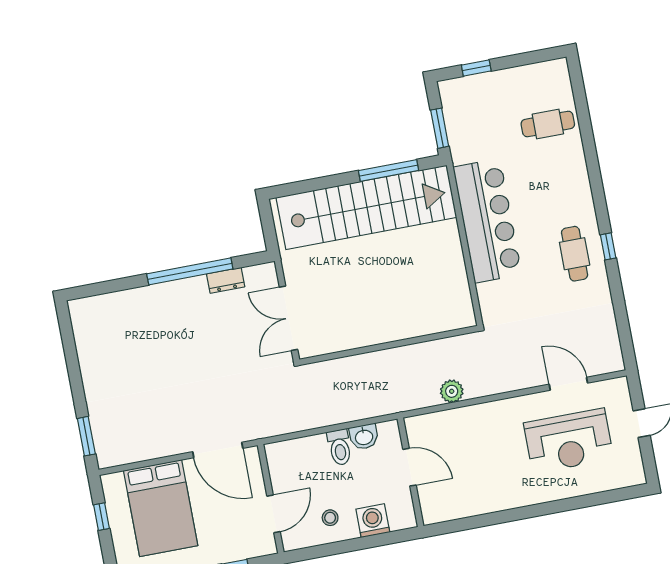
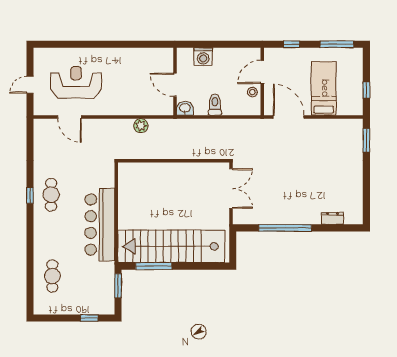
cafe table: (548, 124) -> (52, 276), turned 90
dresser: (226, 280) -> (332, 218), moved
washbasin: (364, 437) -> (185, 108), moved
bed: (161, 508) -> (324, 88), width x0.67
stool: (330, 518) -> (252, 92), moved

